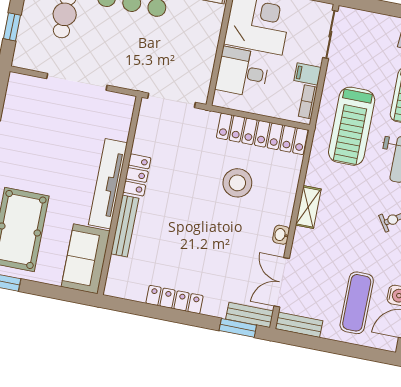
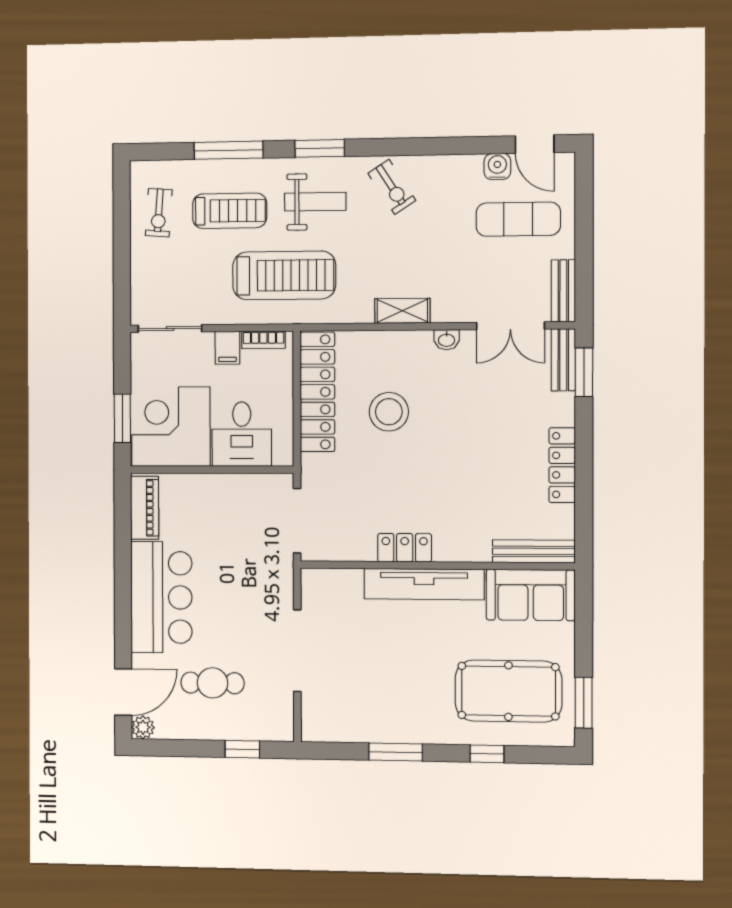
bench: (125, 226) -> (534, 551), moved

